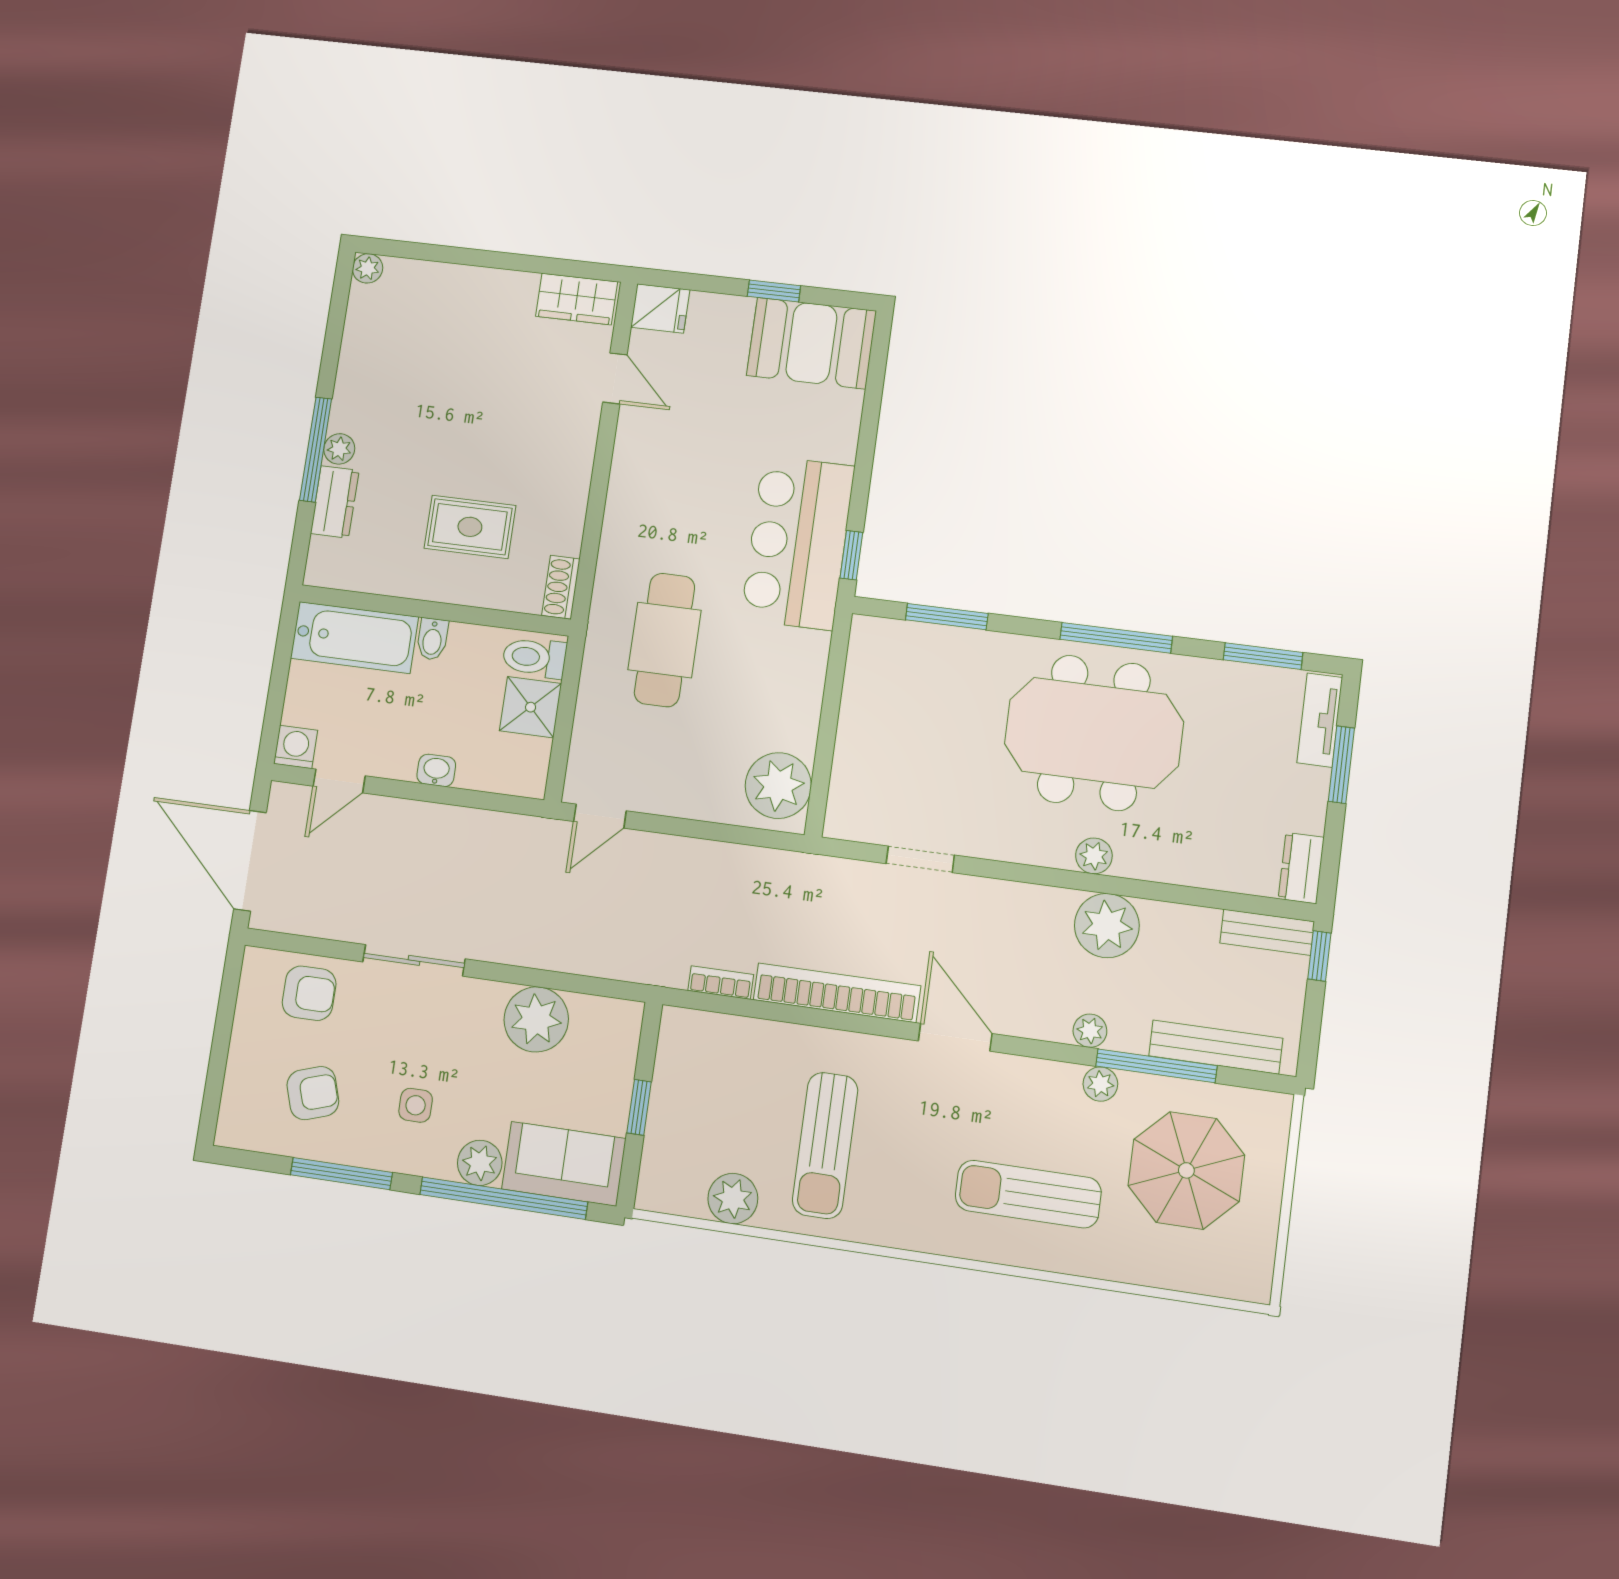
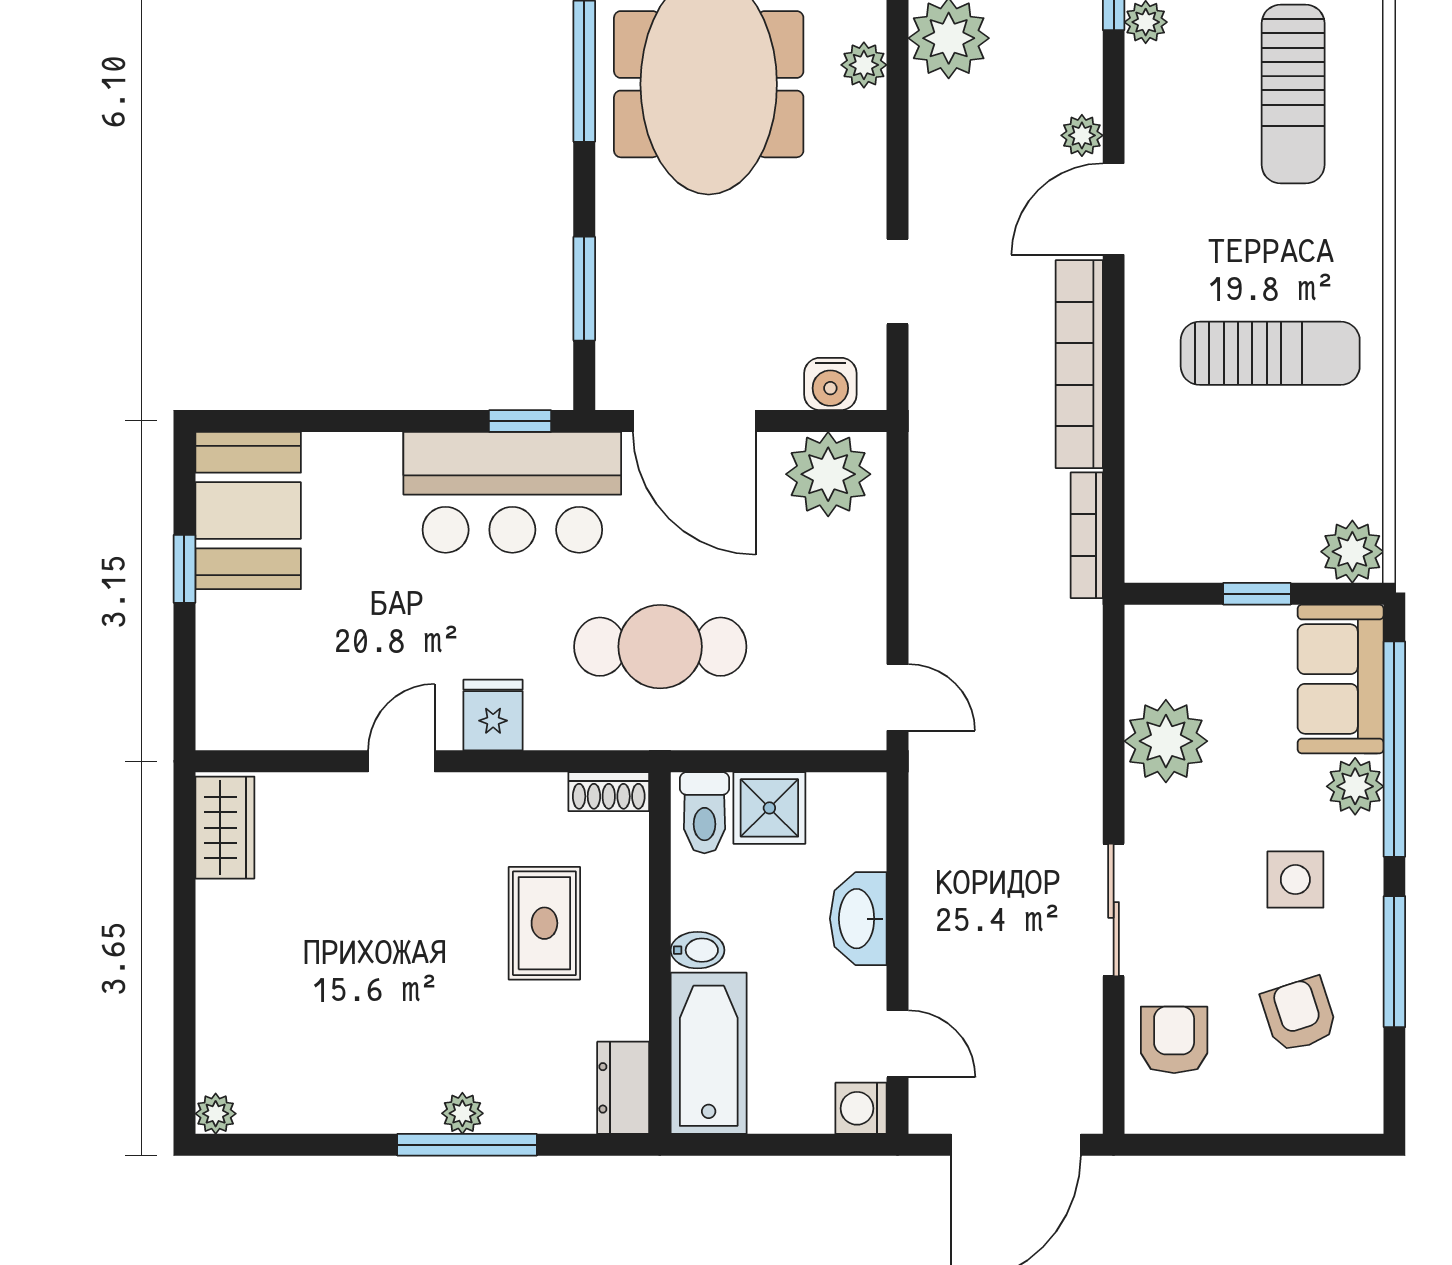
fridge: (660, 309) -> (493, 715), moved
door: (615, 378) -> (401, 761), moved
dresser: (335, 502) -> (623, 1088), moved, turned -90
door: (833, 688) -> (694, 421), added
washbasin: (436, 770) -> (858, 919), width x1.91, depth x1.45
water cooler: (848, 797) -> (830, 384), added
bookcase: (721, 982) -> (1087, 535), width x1.56
plant: (1090, 1031) -> (1082, 135), moved
side table: (416, 1105) -> (1295, 880), width x1.37, depth x1.37
plant: (733, 1199) -> (1352, 552), moved

